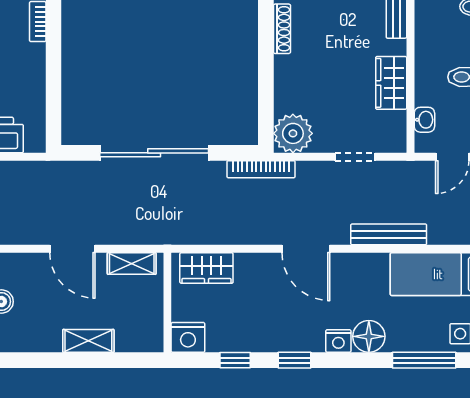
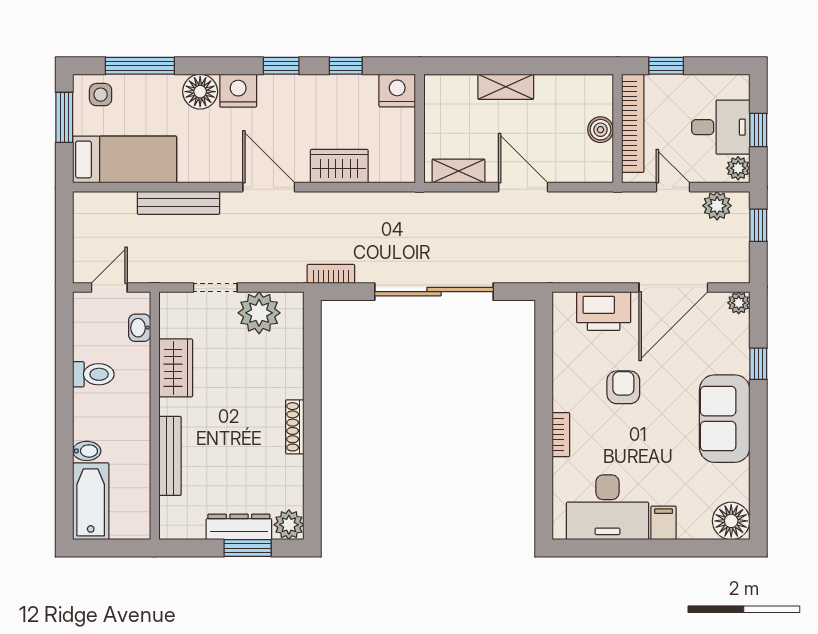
plant: (293, 133) -> (259, 313), moved
bookcase: (261, 169) -> (331, 274), width x0.64
wardrobe: (206, 268) -> (339, 166), moved
nightstand: (338, 341) -> (238, 91), width x1.36, depth x1.33

